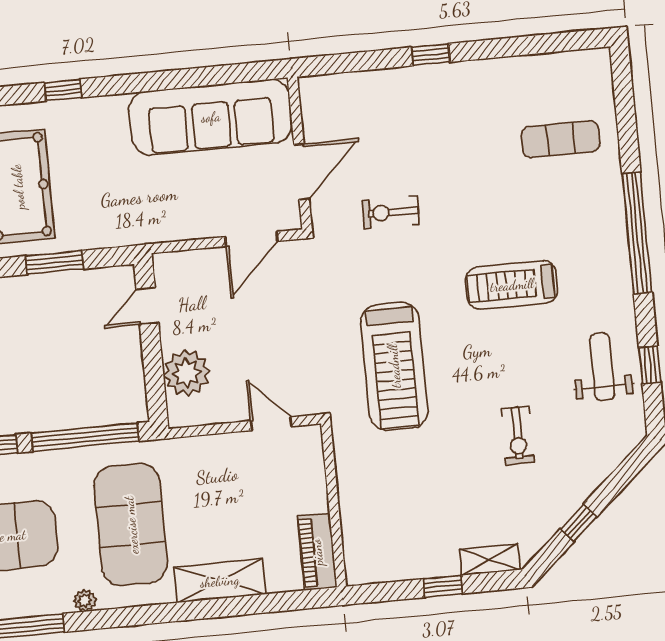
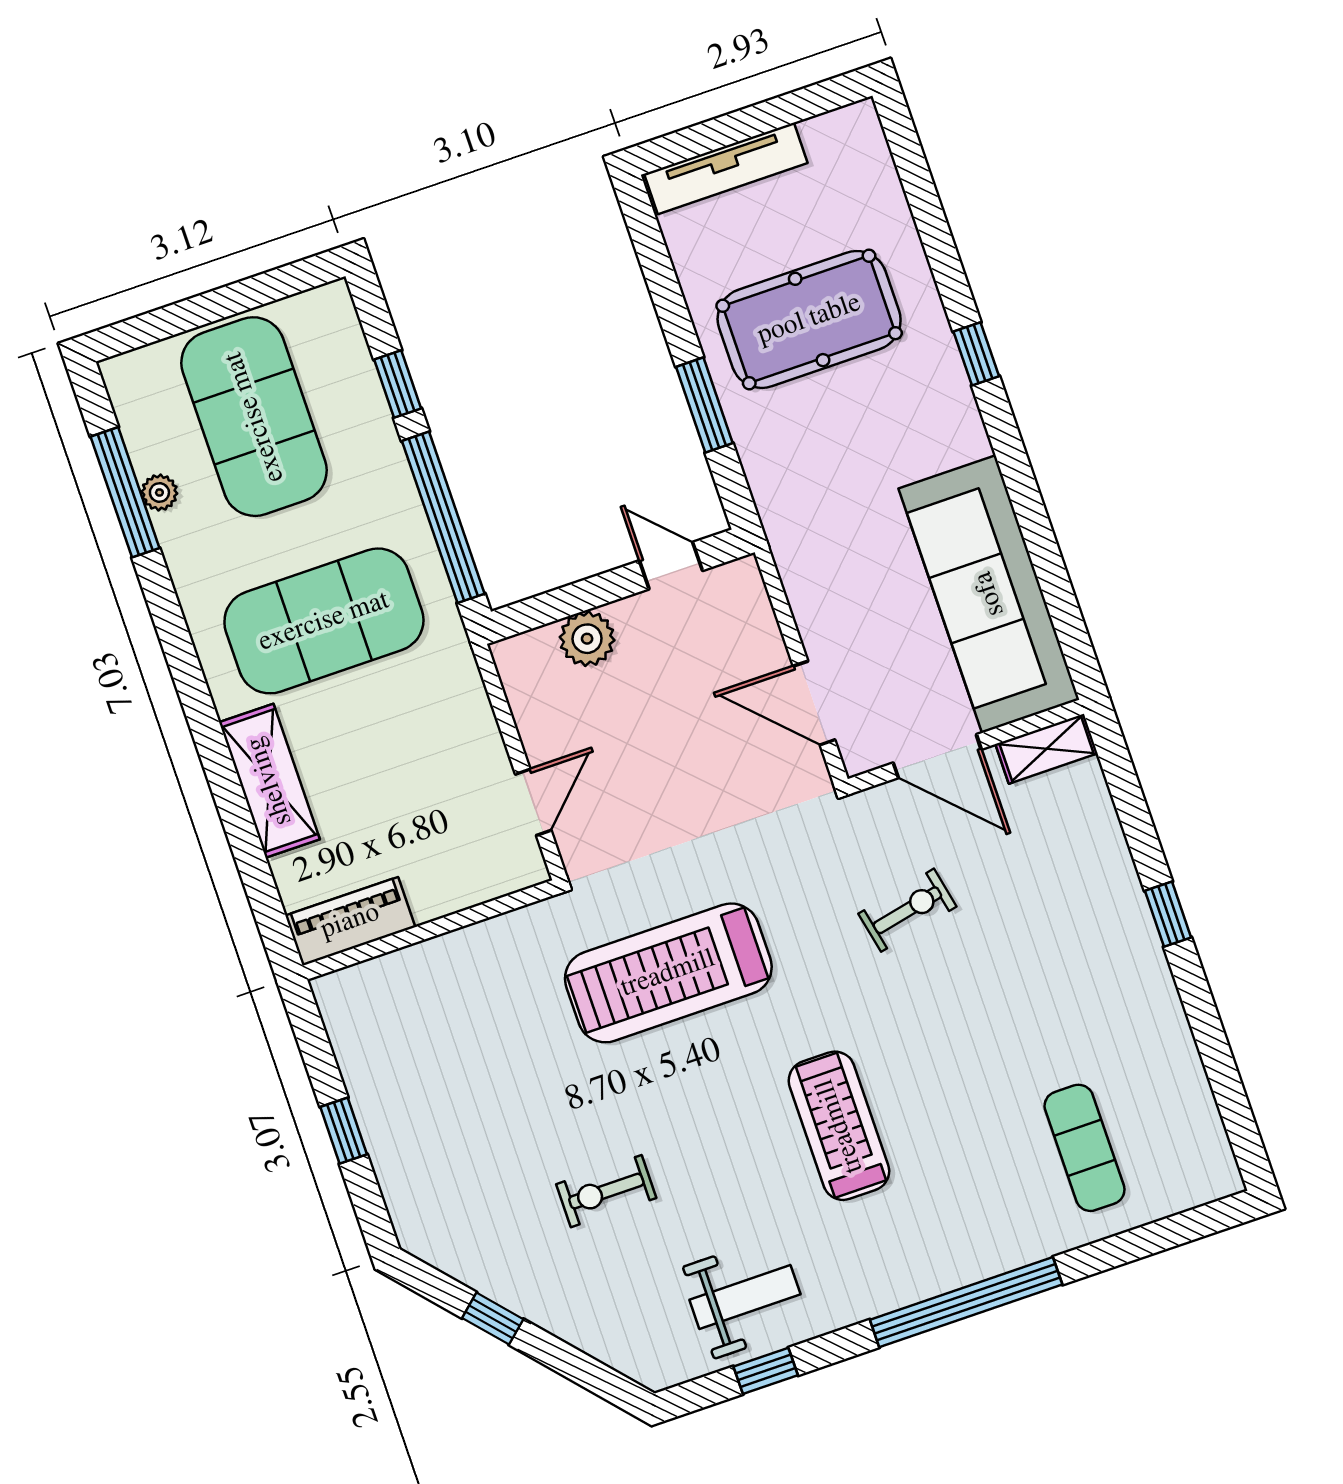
exercise bike: (391, 212) -> (907, 910), turned 77
plant: (186, 373) -> (587, 639), width x0.73, depth x0.73
shelving: (490, 560) -> (1047, 749), moved, turned 90
plant: (85, 600) -> (159, 492), moved

